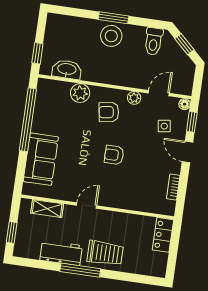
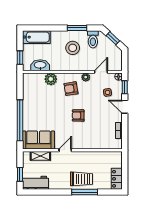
window: (114, 18) -> (77, 28), moved
bathtub: (67, 25) -> (36, 37), added
stool: (111, 36) -> (73, 48), moved
window: (28, 120) -> (20, 120), moved
sofa: (41, 159) -> (38, 140), moved, turned -90
locker: (163, 235) -> (117, 179), moved
workbench: (61, 253) -> (35, 183), moved
window: (80, 270) -> (85, 192), moved

